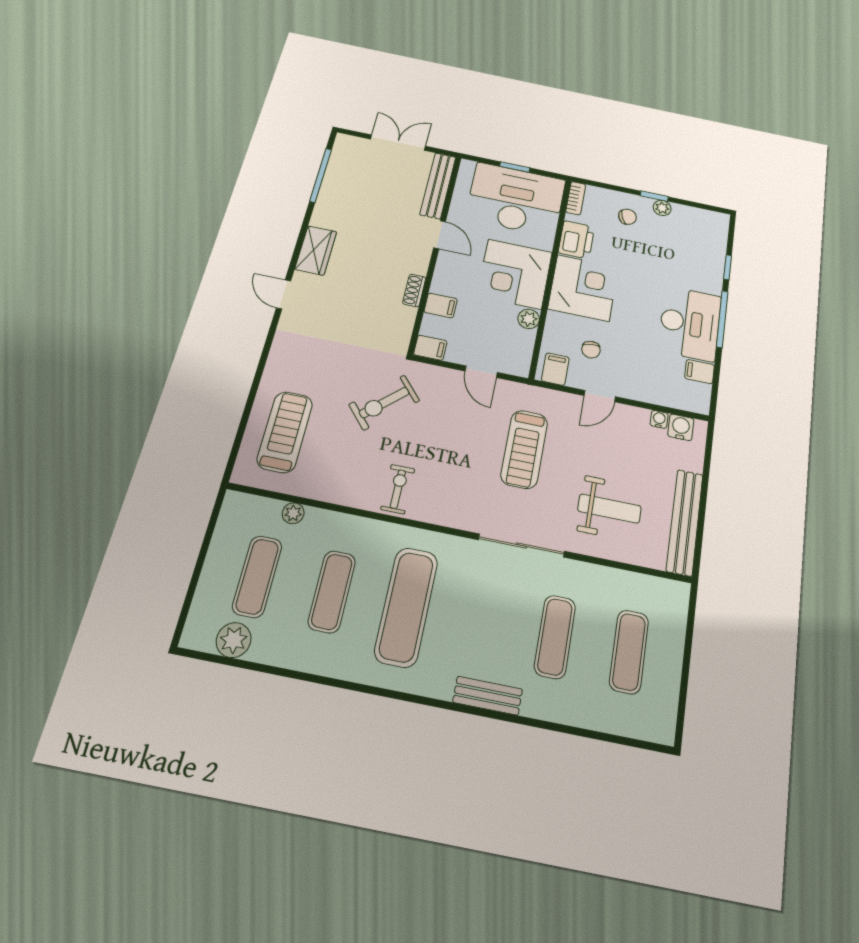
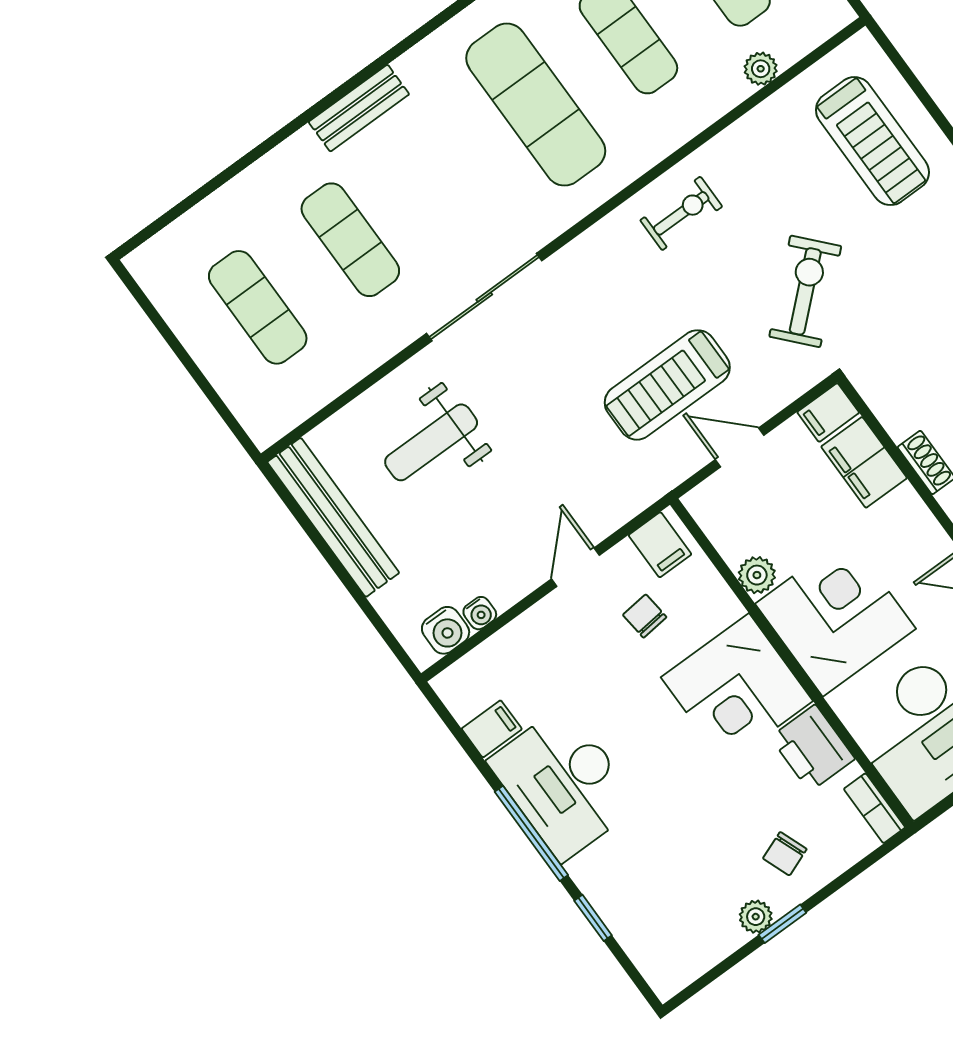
filing cabinet: (441, 305) -> (864, 462), width x2.00
treadmill: (524, 449) -> (667, 385), moved, turned -90
exercise bike: (398, 489) -> (681, 213), turned -90

